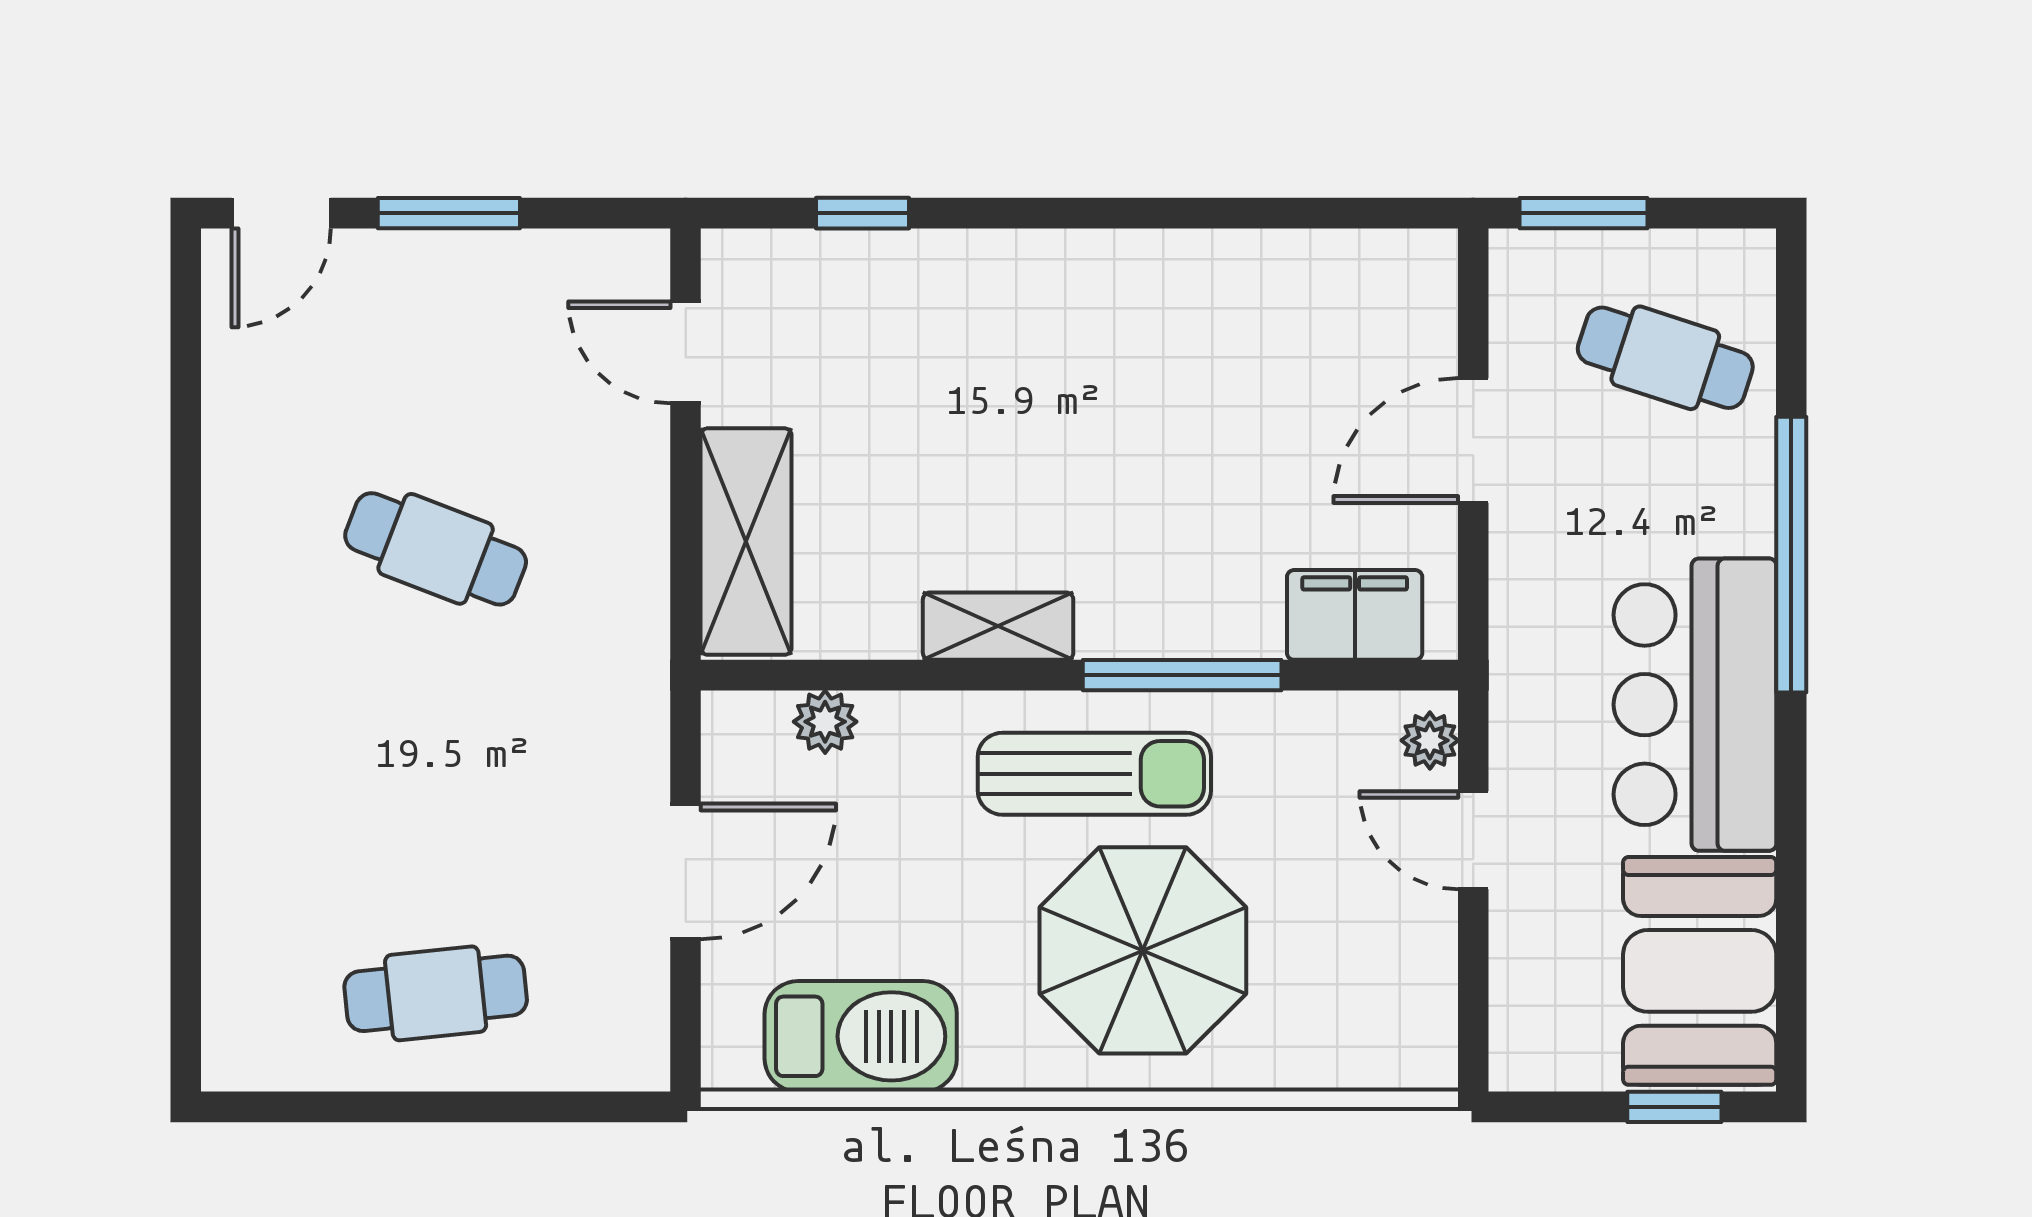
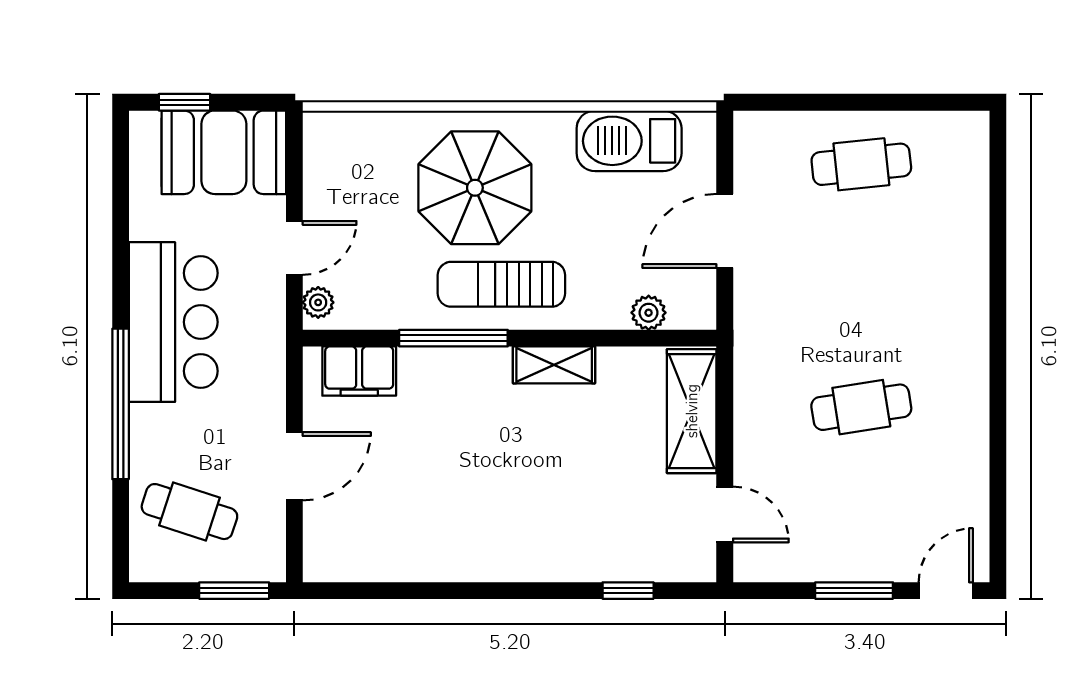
cafe table: (436, 549) -> (861, 407), turned -30
door: (1473, 840) -> (294, 248), hinge flipped
booth: (1700, 971) -> (224, 152), moved, turned 90

